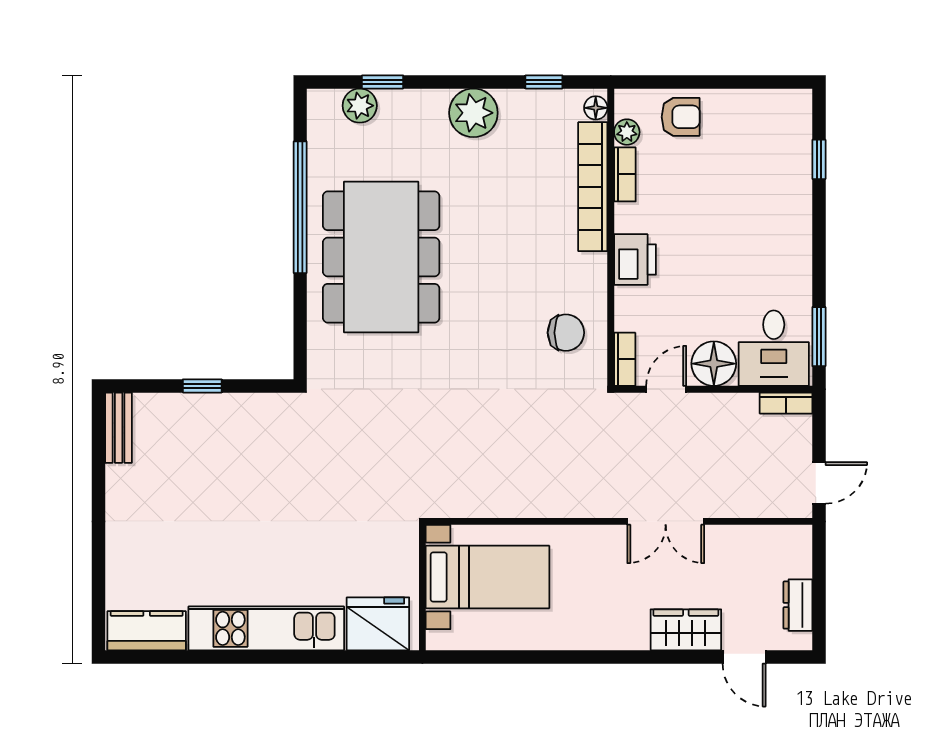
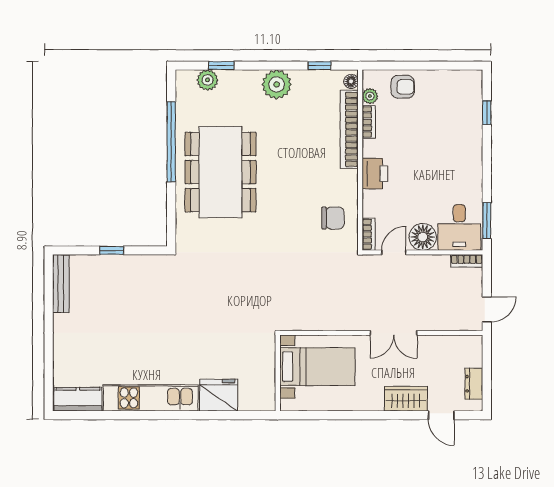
bench: (119, 428) -> (61, 284), width x1.36
bed with nightstands: (487, 577) -> (317, 367), moved
wall: (422, 588) -> (278, 373), moved

